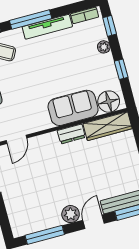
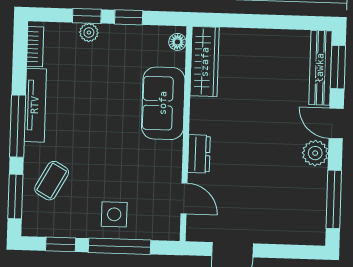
window: (110, 26) -> (87, 16), moved
floor lamp: (109, 102) -> (177, 42), width x0.53, depth x0.53
dresser: (71, 134) -> (199, 154), moved

